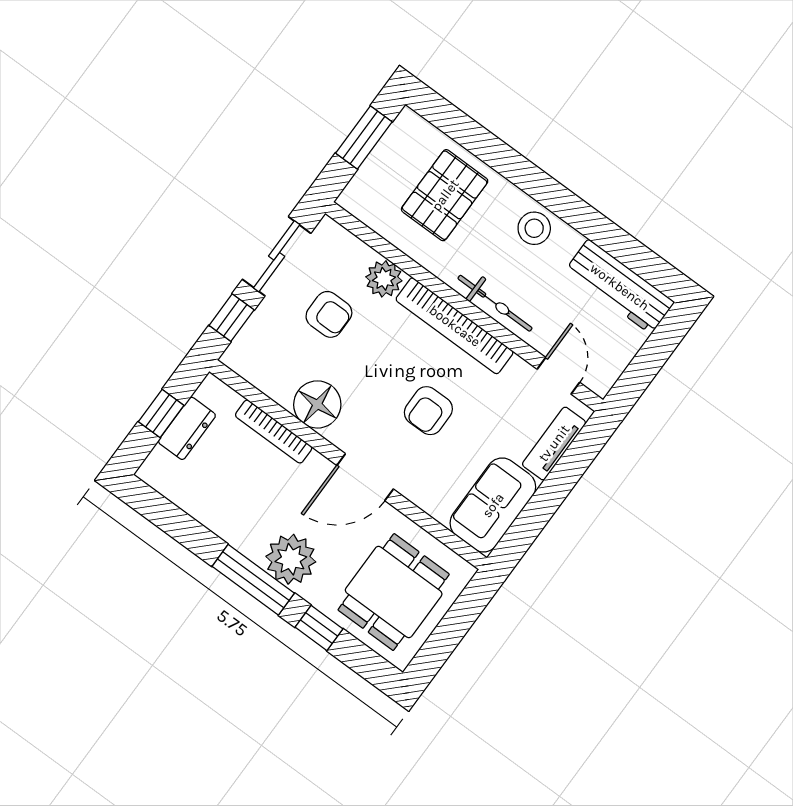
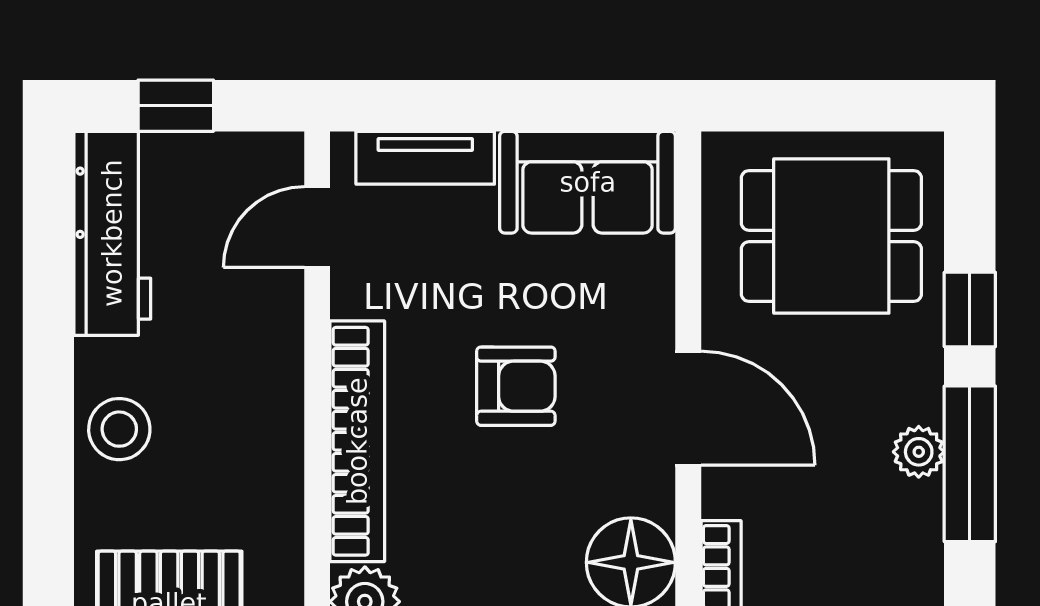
bicycle: (495, 303) -> (277, 405), removed
window: (654, 354) -> (176, 106), added
plant: (291, 559) -> (919, 452), width x0.53, depth x0.53

